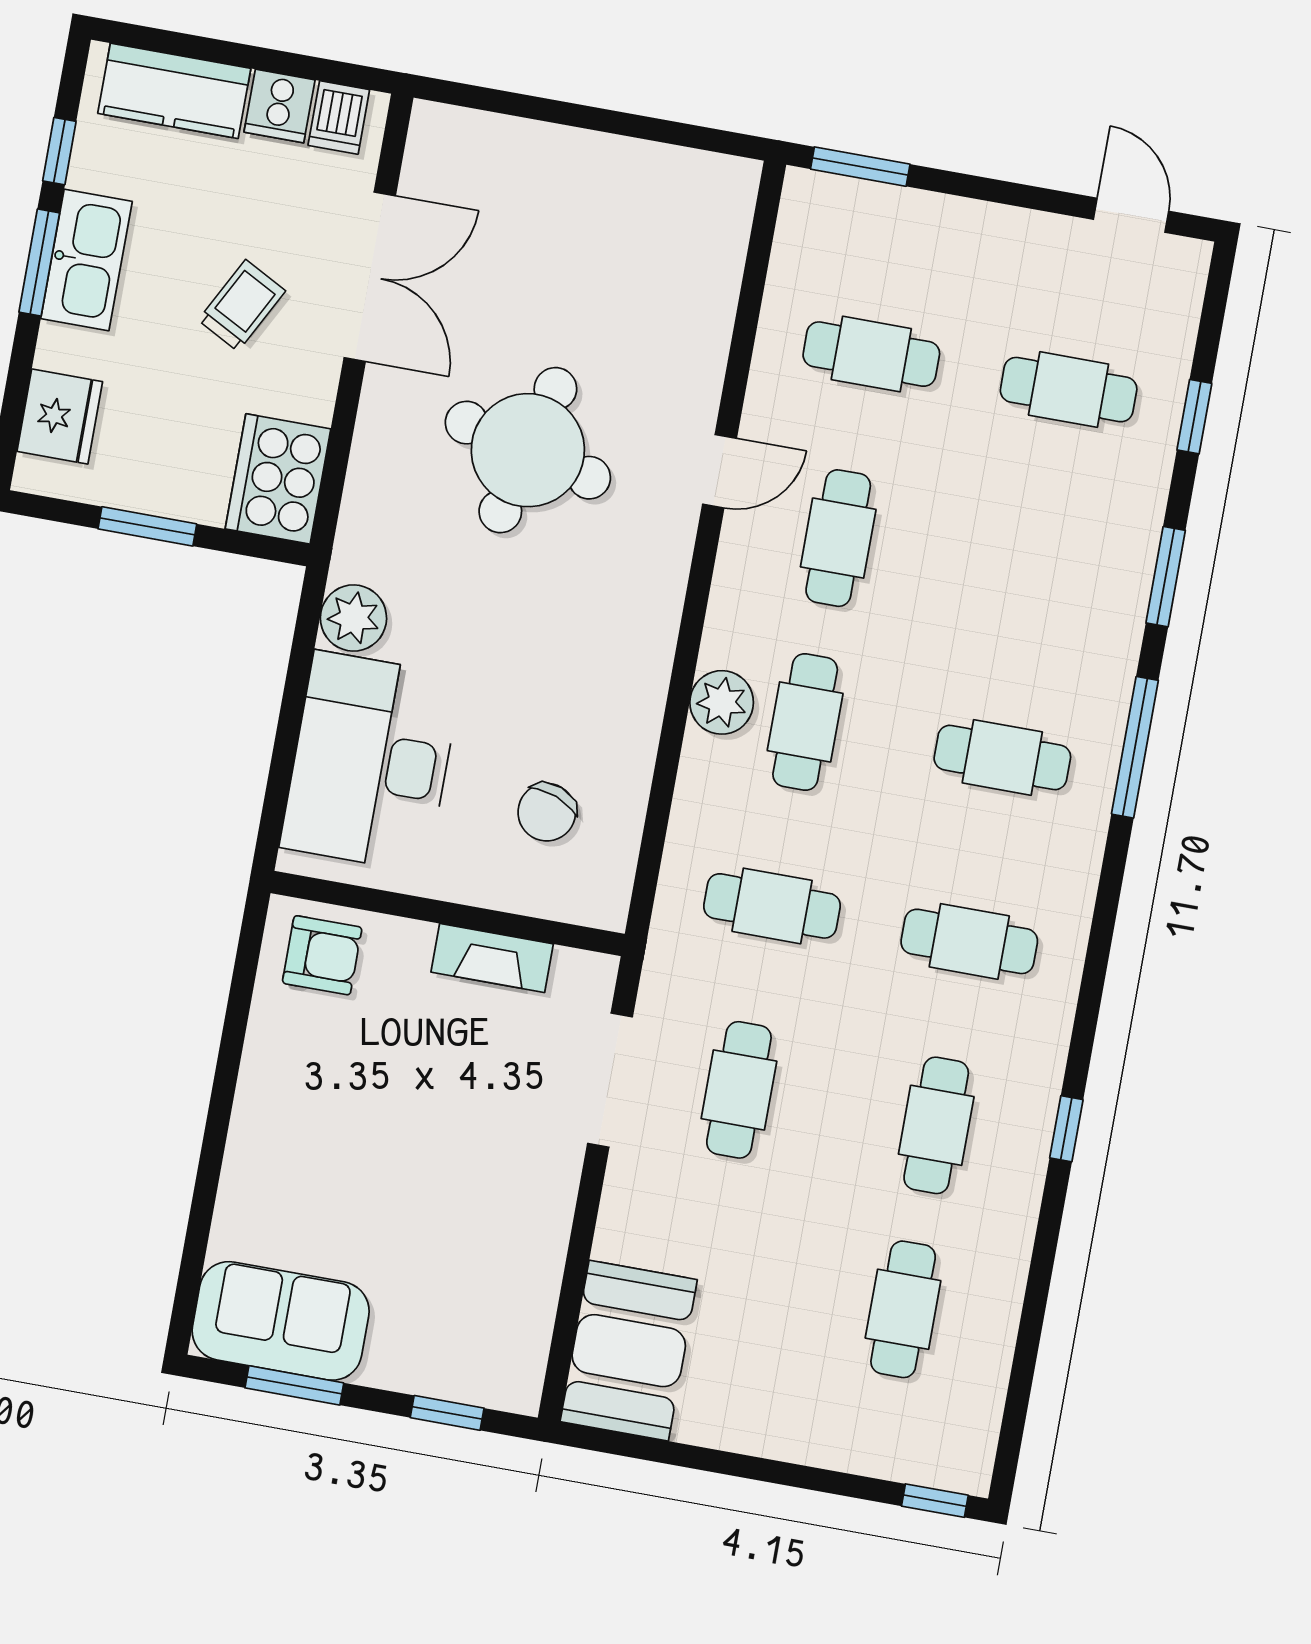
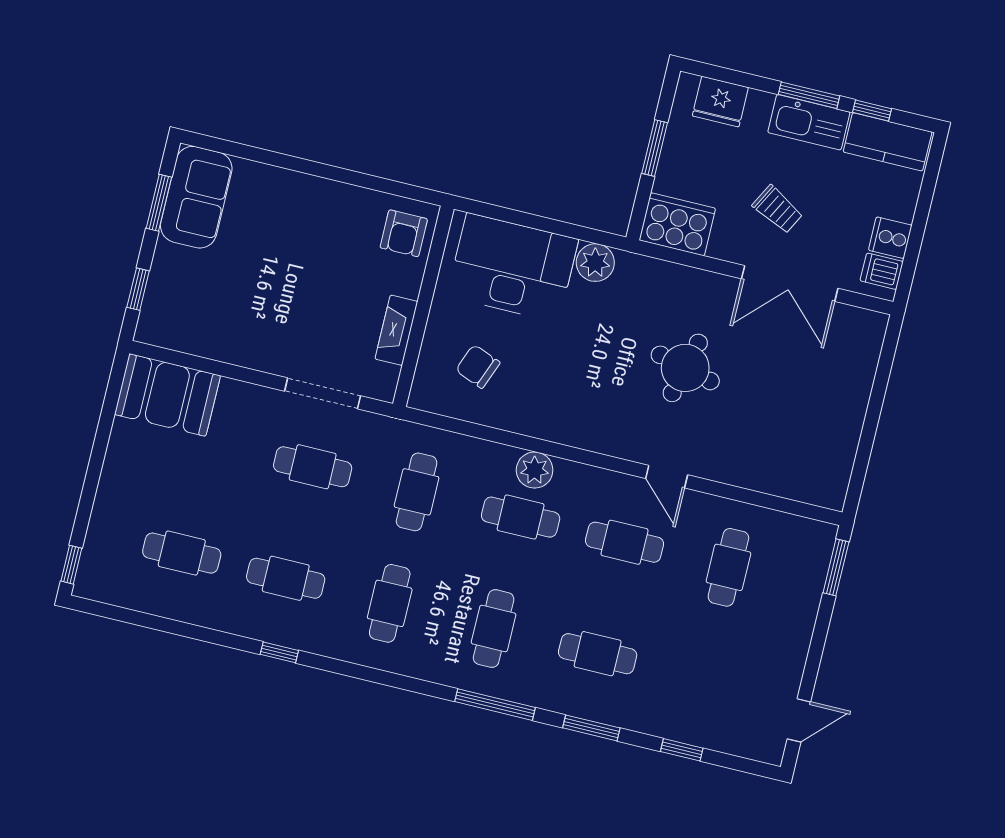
kitchen counter: (174, 91) -> (888, 142), moved, turned -90
cafe table: (1069, 390) -> (598, 654), moved, turned 90
round table: (528, 450) -> (685, 368), width x0.73, depth x0.73

